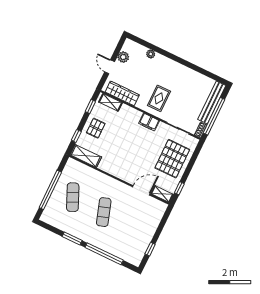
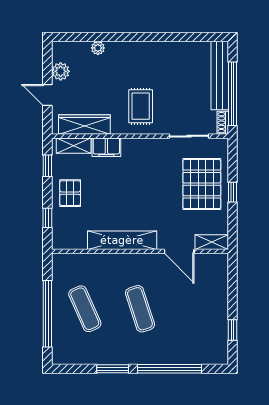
filing cabinet: (149, 122) -> (106, 147), moved
shelving: (86, 156) -> (122, 240), moved, width x1.47
window: (179, 188) -> (232, 192), moved
door: (141, 190) -> (179, 251), swing flipped

